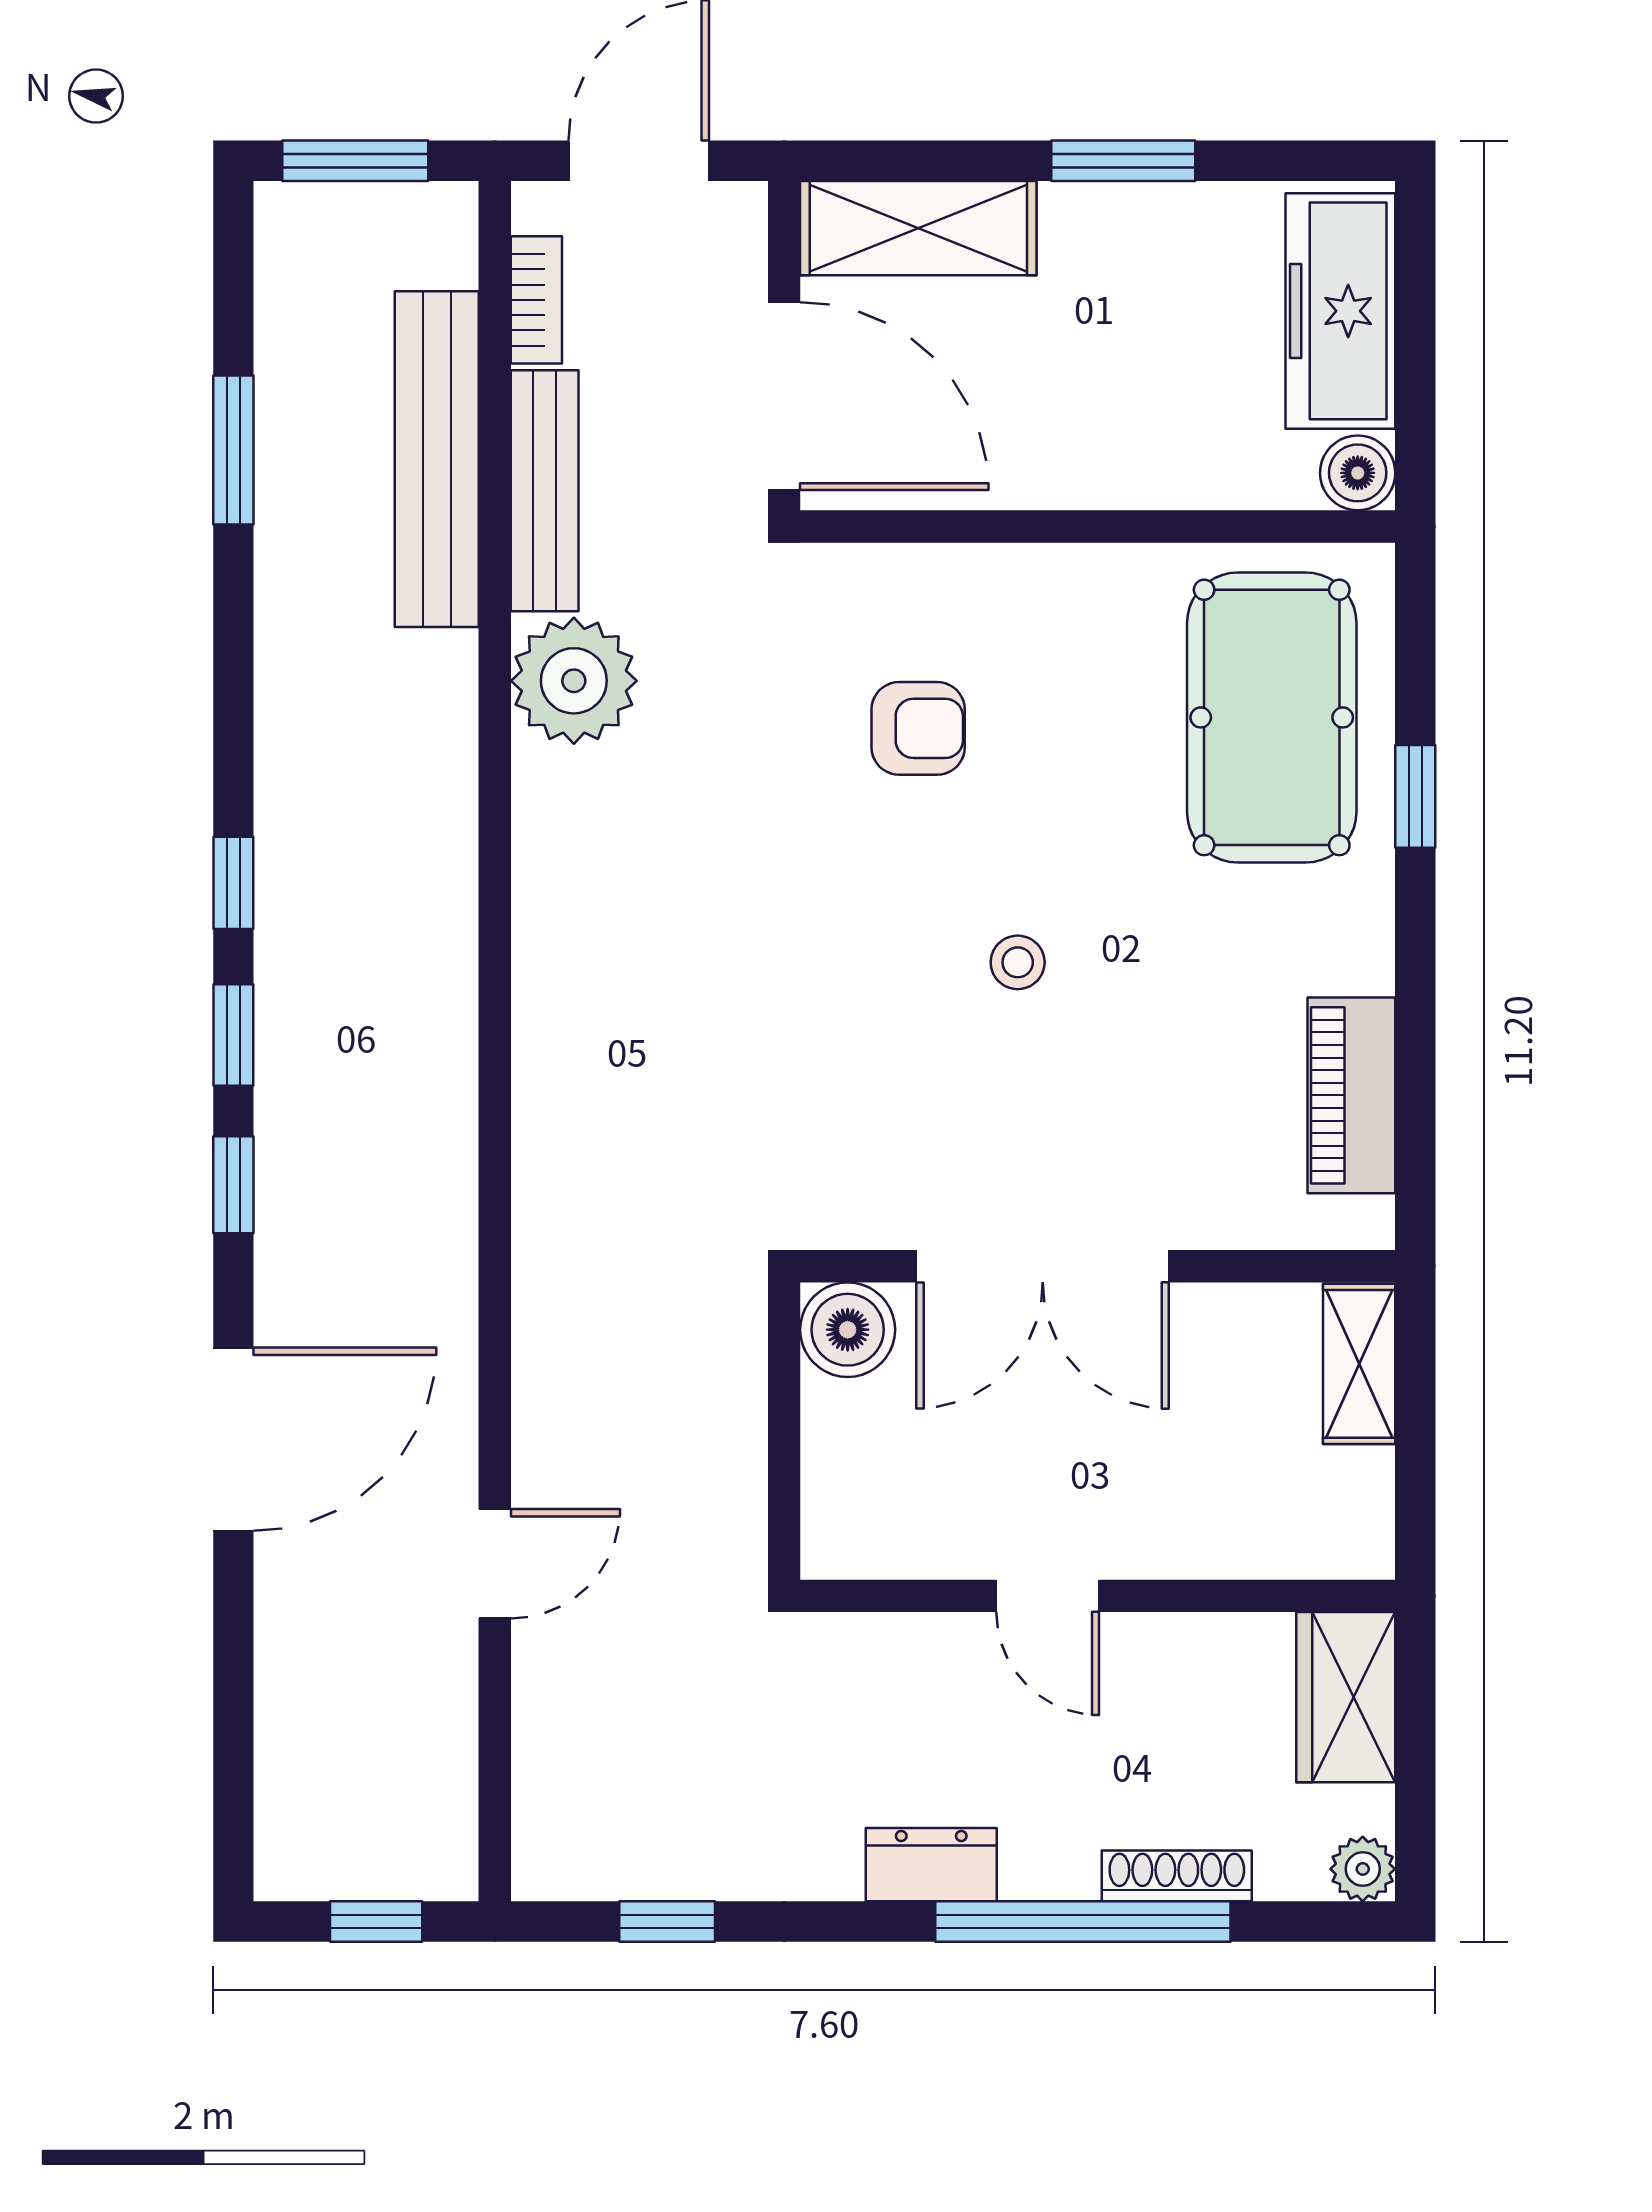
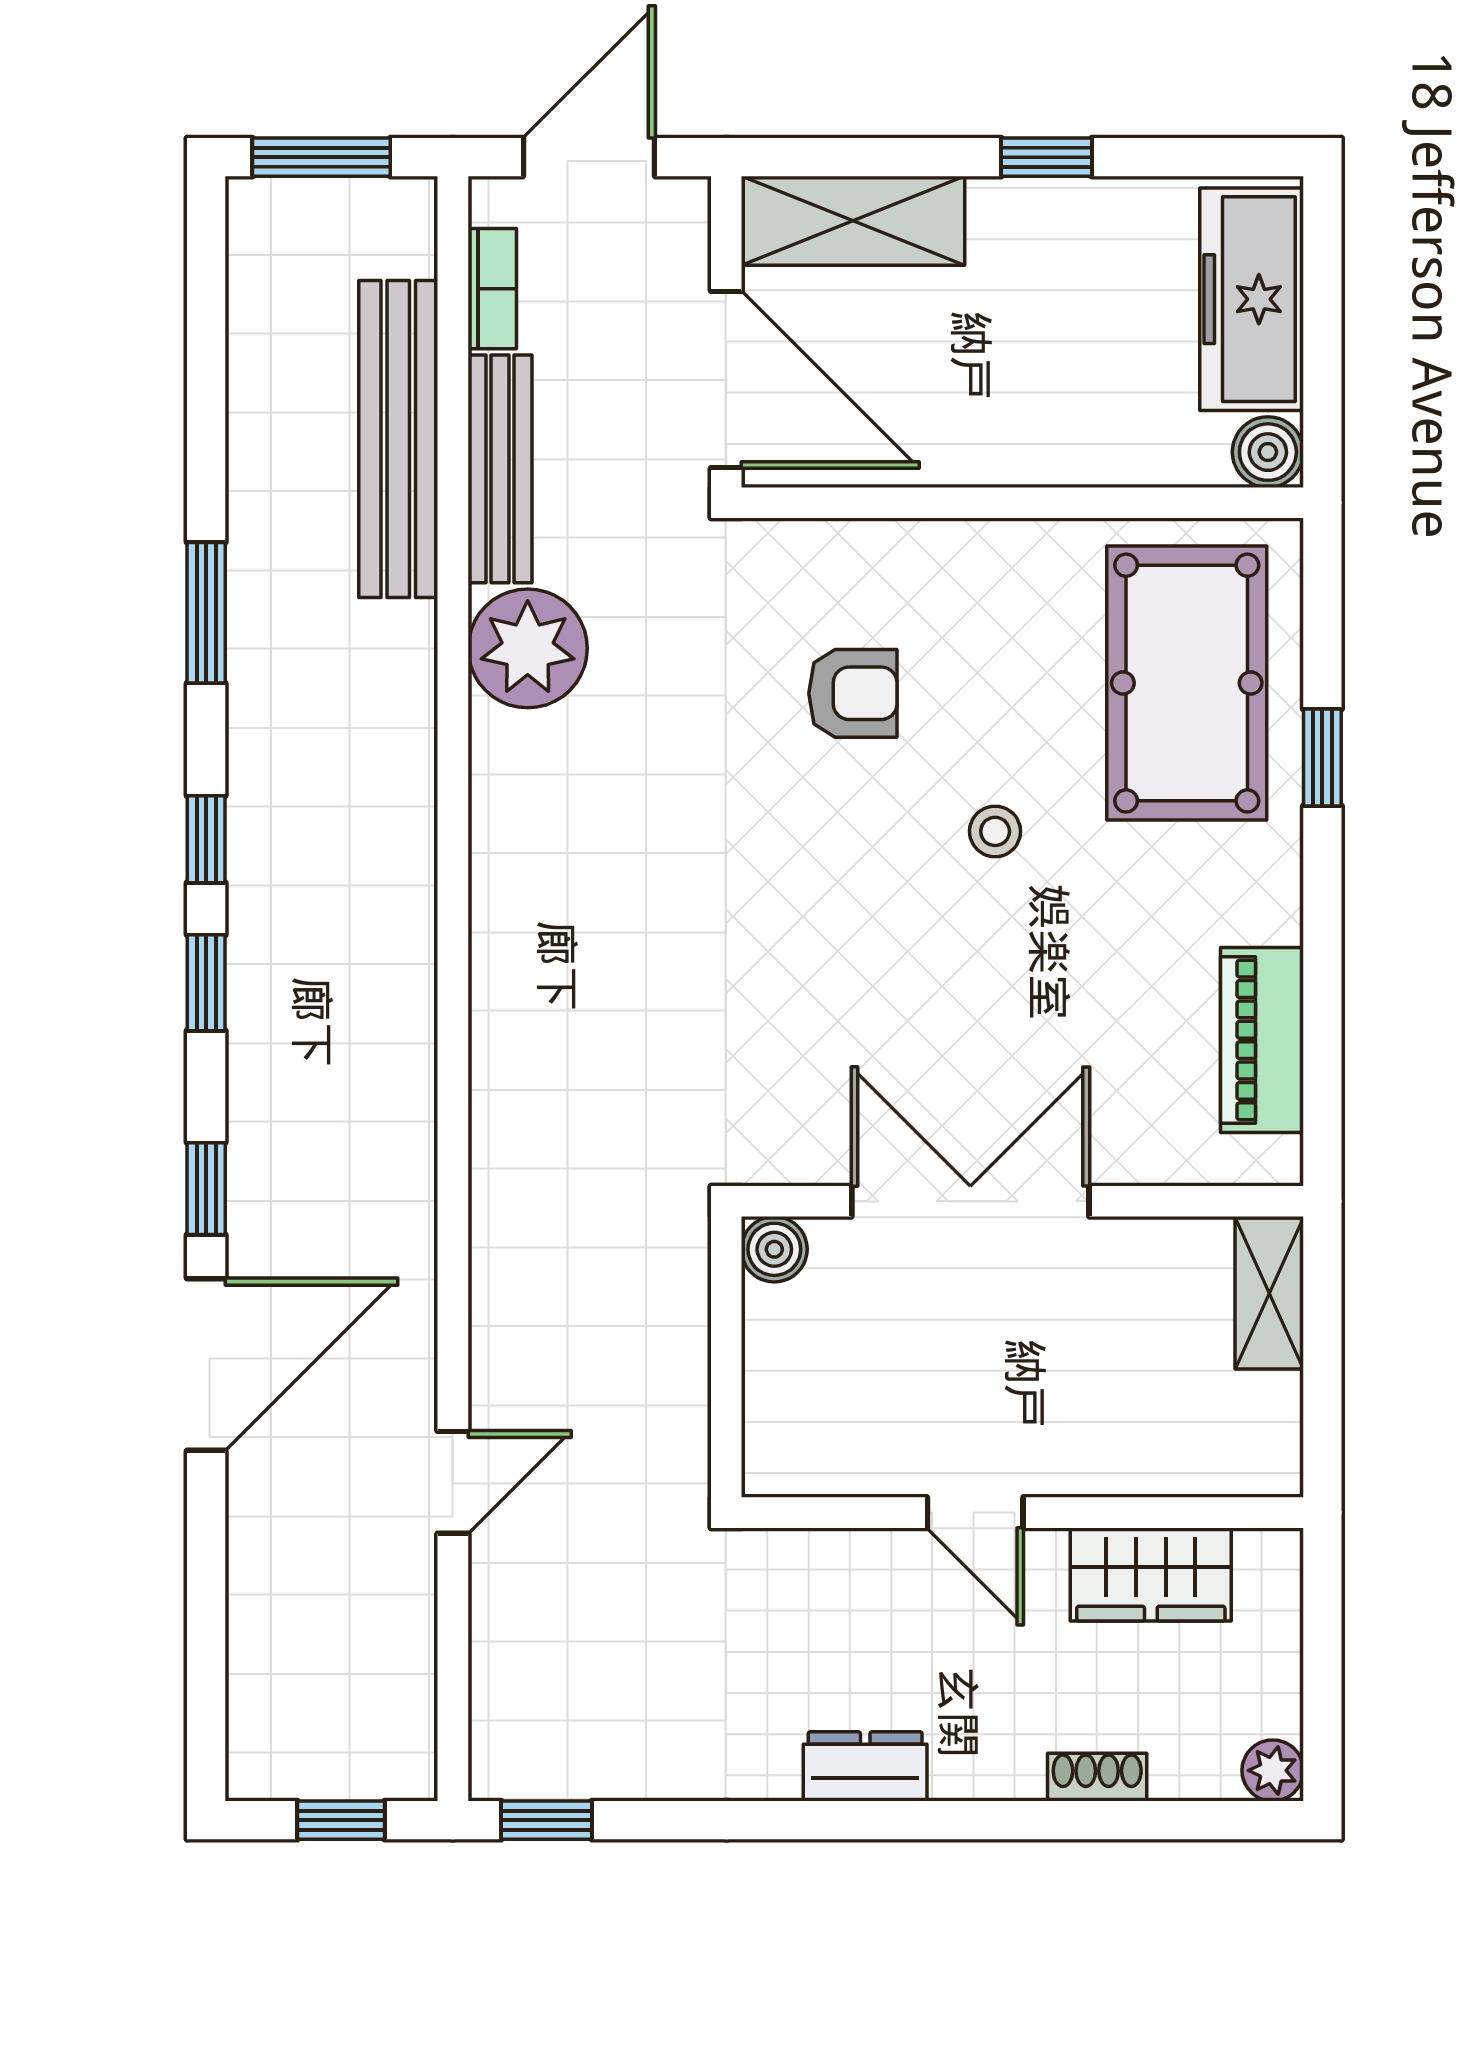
window: (1123, 161) -> (1046, 157), width x0.67
window: (233, 450) -> (206, 613), moved
stool: (1018, 962) -> (995, 831), moved
window: (233, 1185) -> (206, 1189), moved
double door: (1043, 1266) -> (970, 1201), swing flipped
boiler: (848, 1330) -> (774, 1249), width x0.73, depth x0.73
wardrobe: (1346, 1697) -> (1151, 1574), moved, turned -90
shoe rack: (1177, 1876) -> (1097, 1777), width x0.70
window: (667, 1922) -> (546, 1820), moved
window: (1083, 1922) -> (1008, 1820), removed

